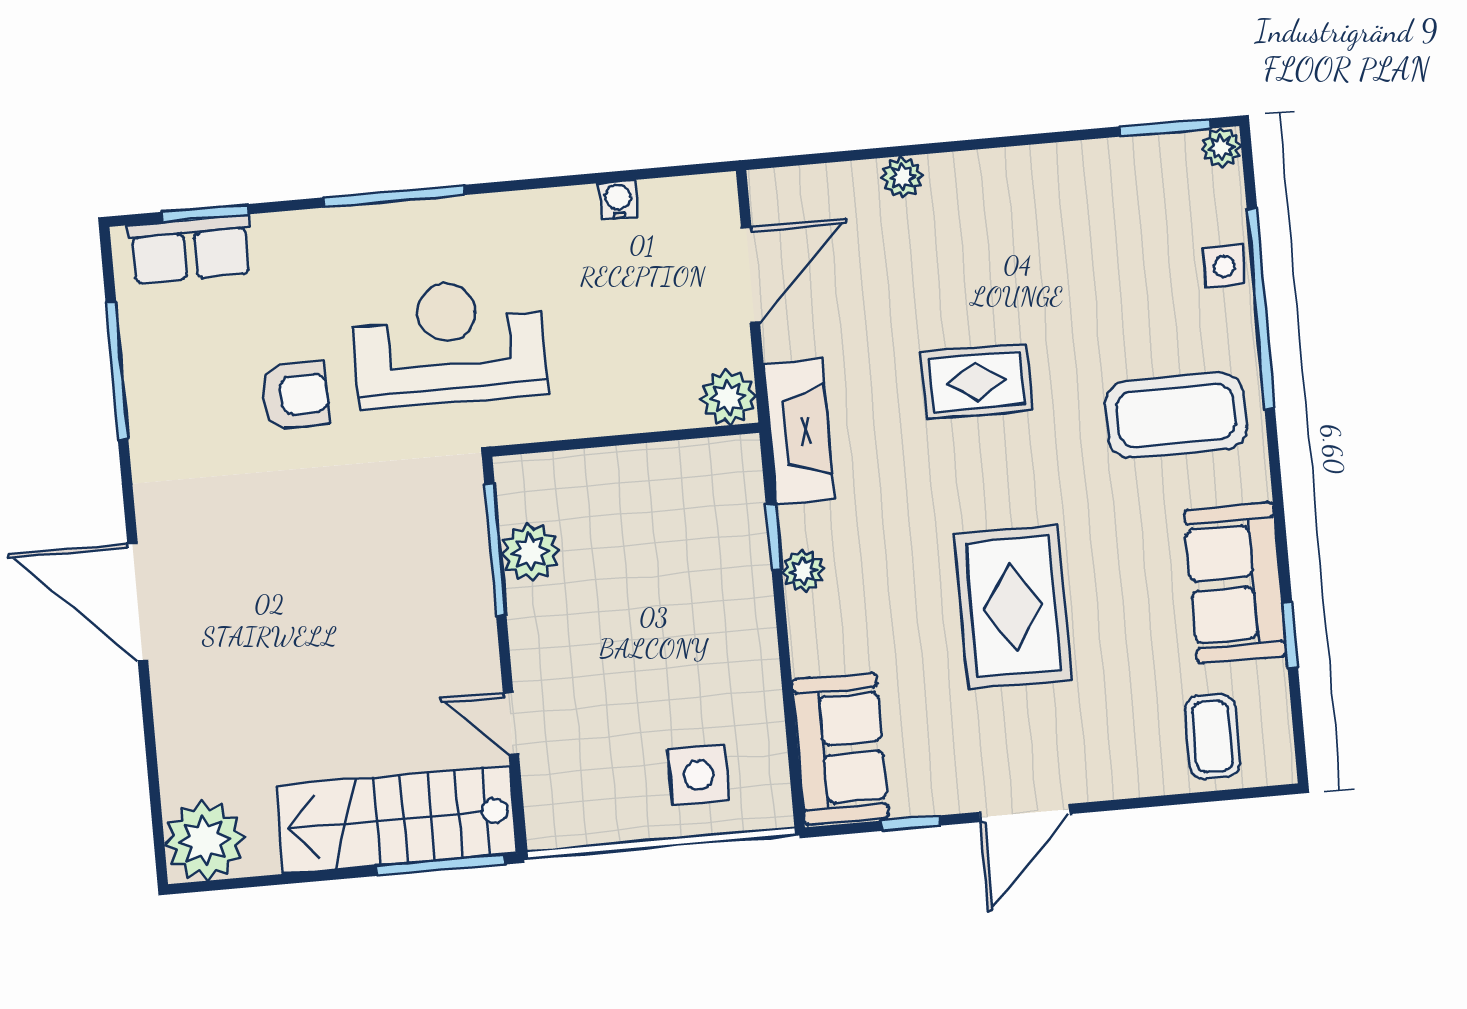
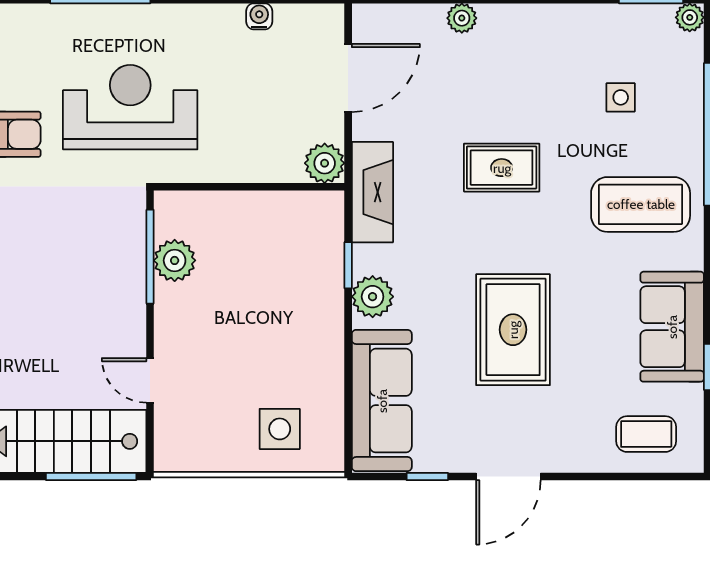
side table: (1224, 266) -> (621, 97), moved
plant: (803, 571) -> (373, 297), width x1.38, depth x1.38
coffee table: (1212, 736) -> (646, 434), turned 90
sofa: (840, 749) -> (382, 401), width x1.36

